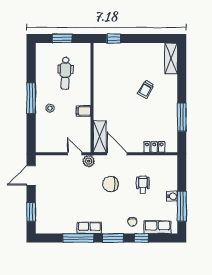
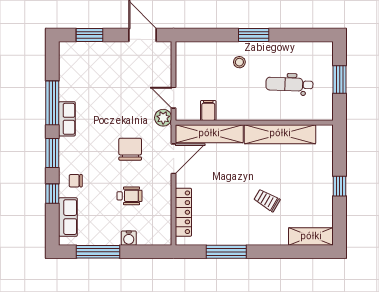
window: (114, 39) -> (340, 186), moved
shelving: (100, 80) -> (280, 134), added
window: (31, 98) -> (254, 35), width x0.69
filing cabinet: (84, 111) -> (208, 110), moved
shelving: (100, 136) -> (209, 134), width x1.47
locker: (154, 147) -> (183, 212), width x1.53
door: (75, 154) -> (174, 98), swing flipped
water cooler: (172, 196) -> (129, 238), moved

